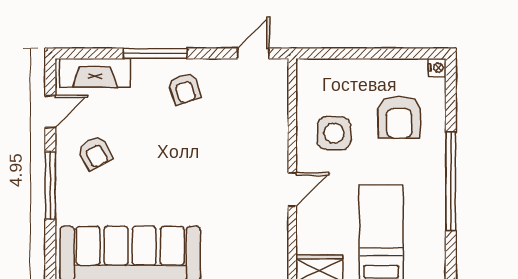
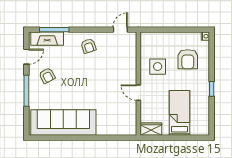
window: (155, 53) -> (54, 30), moved
window: (451, 181) -> (212, 89), width x0.32
door: (292, 190) -> (138, 93), swing flipped

